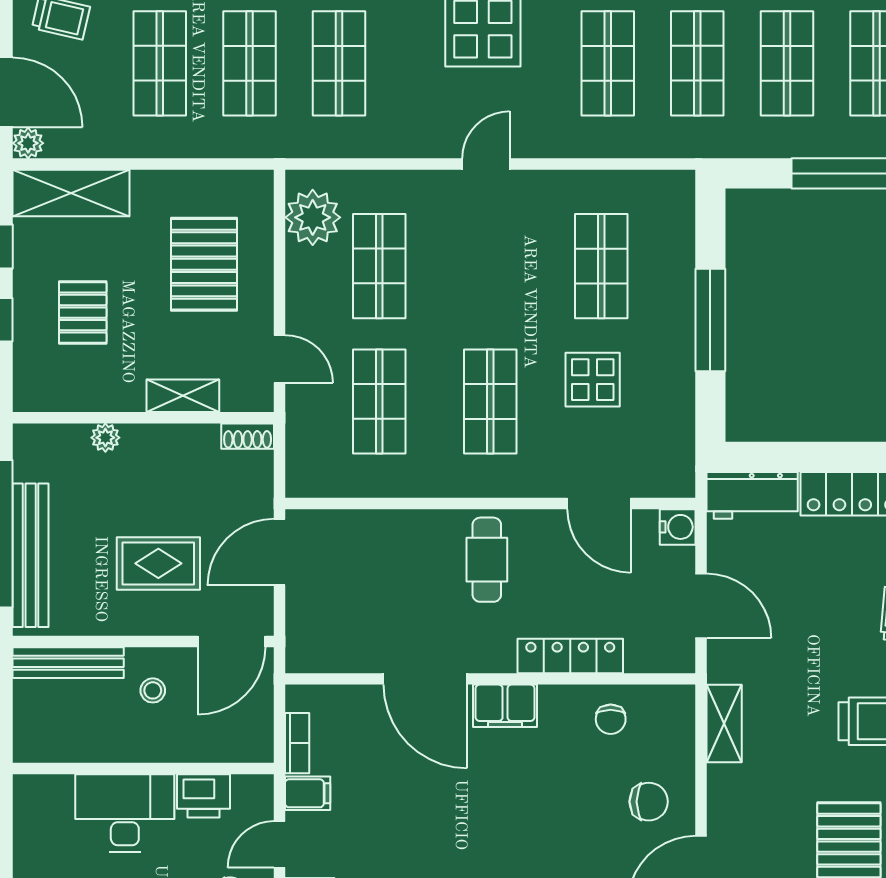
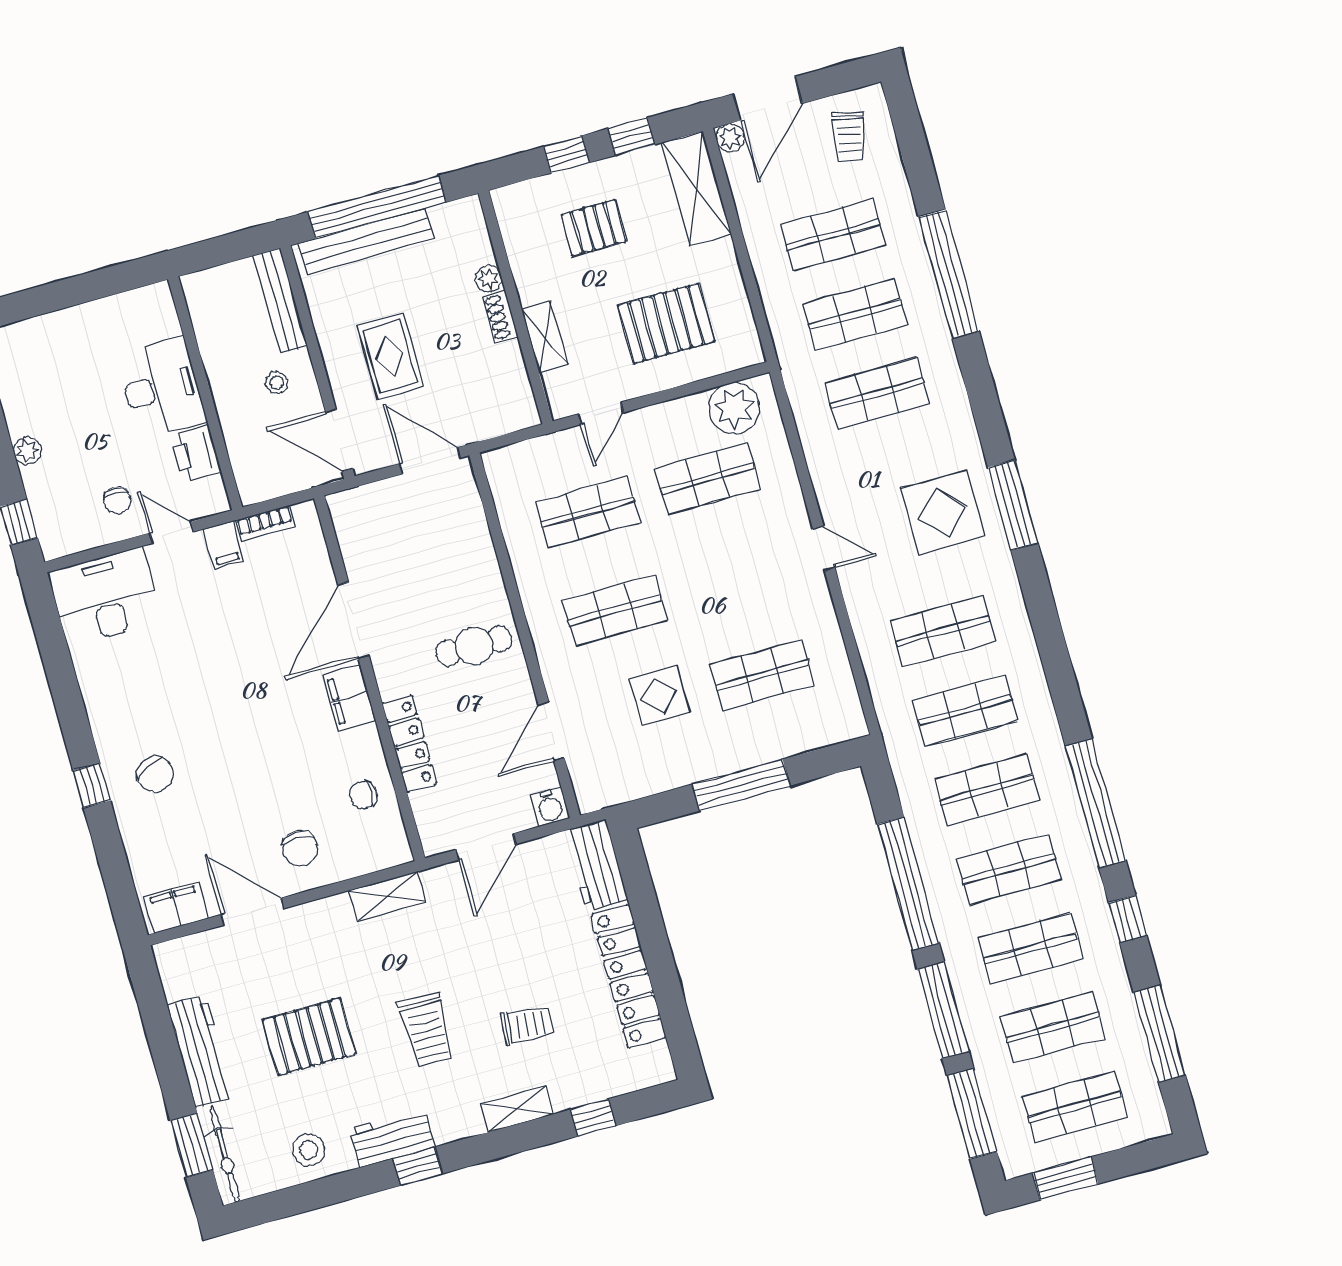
shoe rack: (248, 436) -> (501, 317), moved

